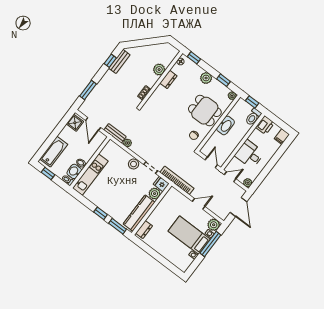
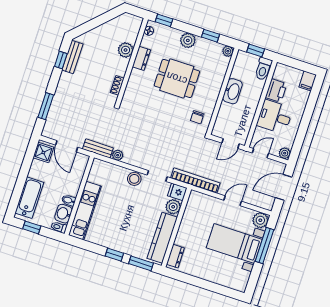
dining table: (205, 111) -> (177, 78), moved
printer: (265, 125) -> (276, 91), moved
door: (211, 162) -> (231, 143), swing flipped
door: (238, 207) -> (284, 187), swing flipped

